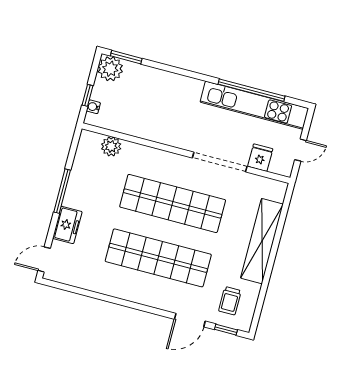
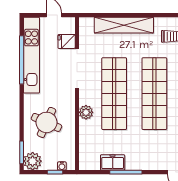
round table: (158, 102) -> (46, 122), added
plant: (111, 146) -> (86, 112), moved
freezer: (67, 225) -> (113, 162), moved

